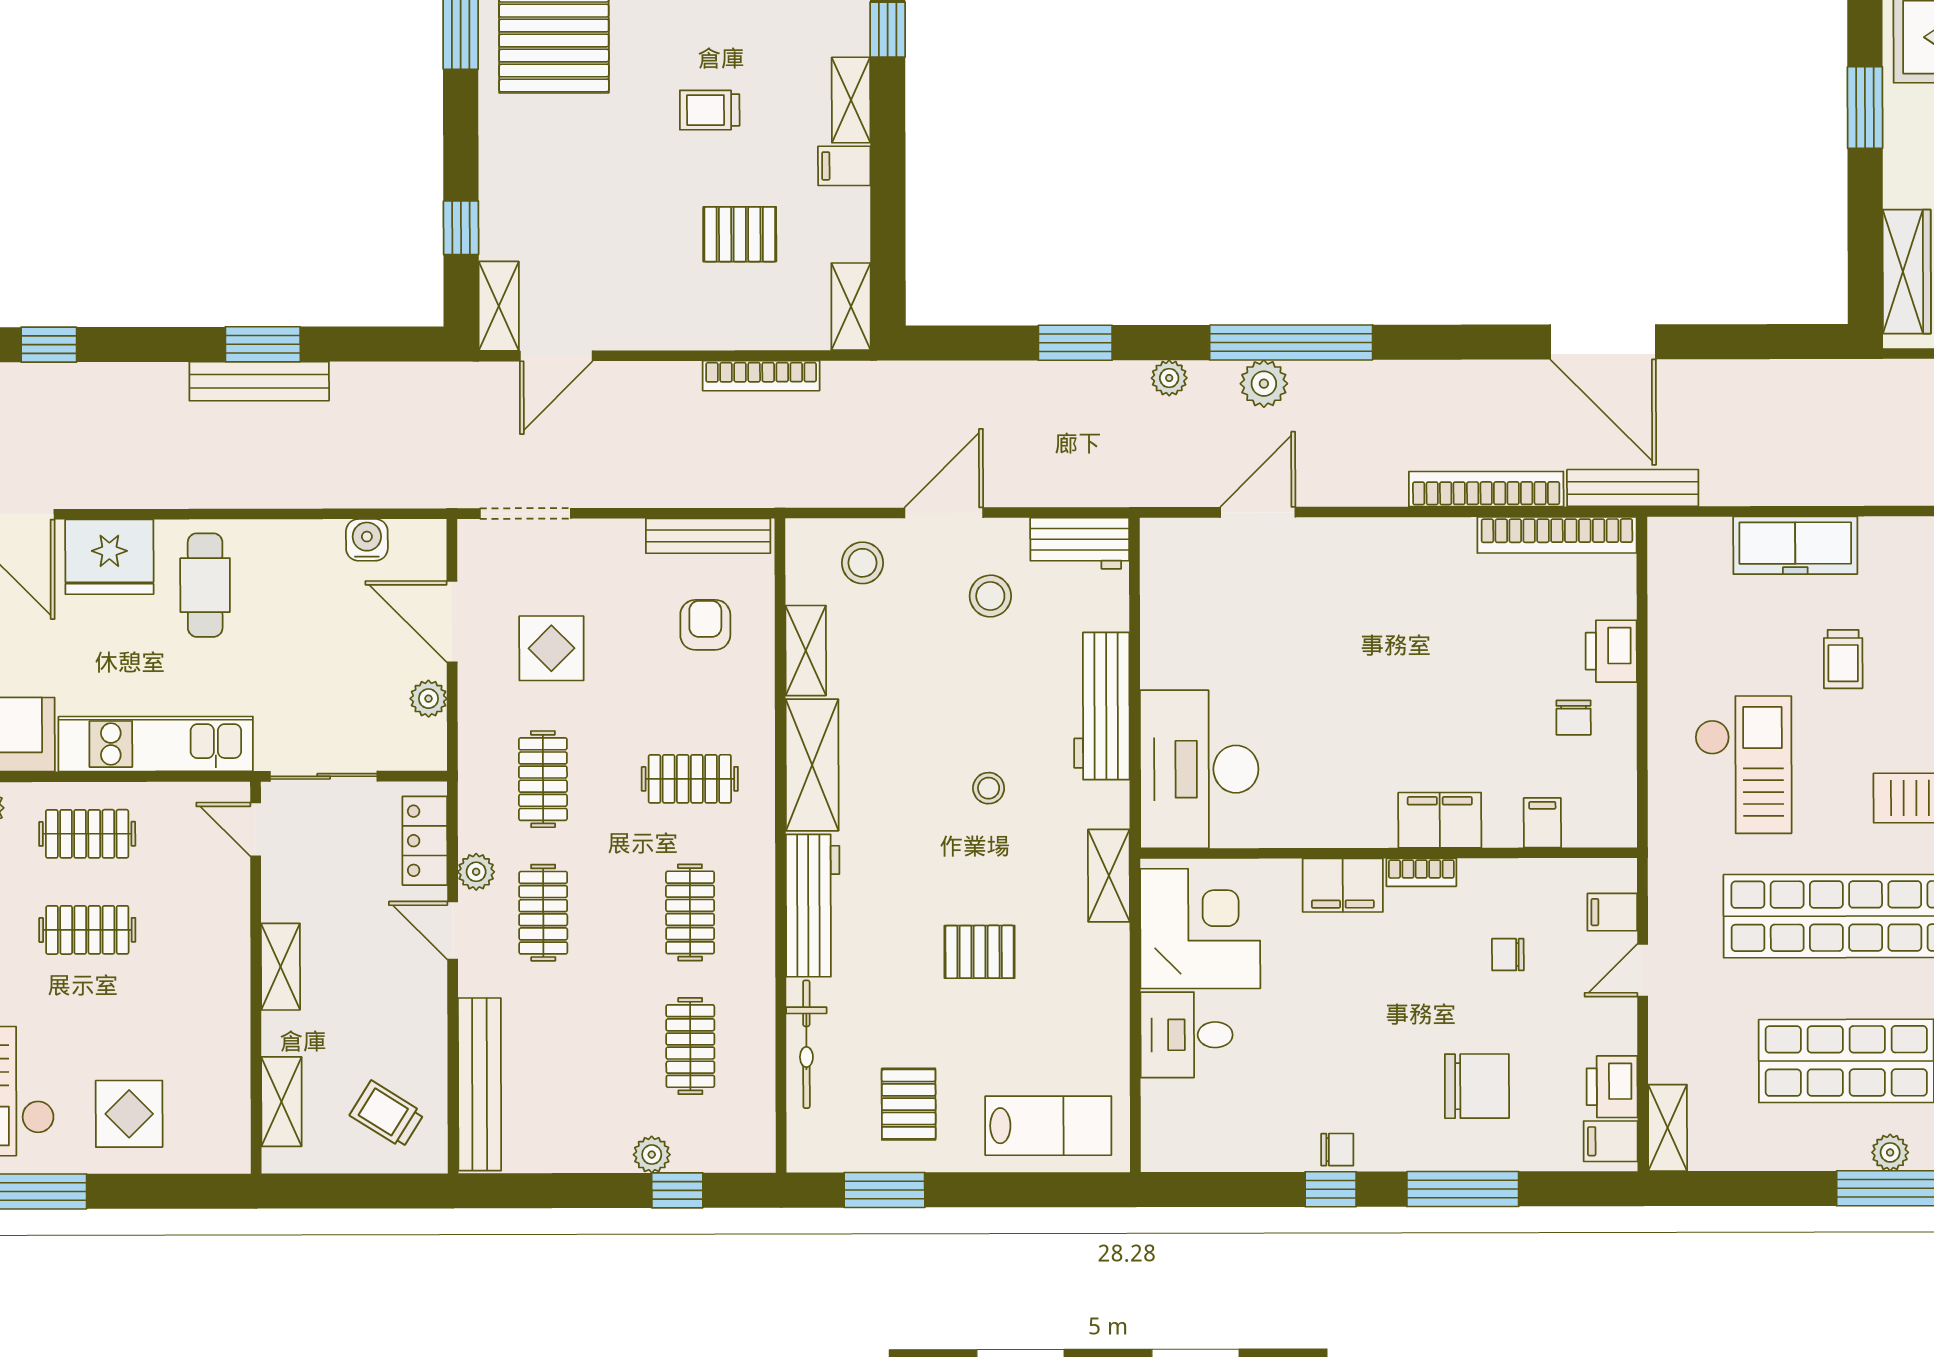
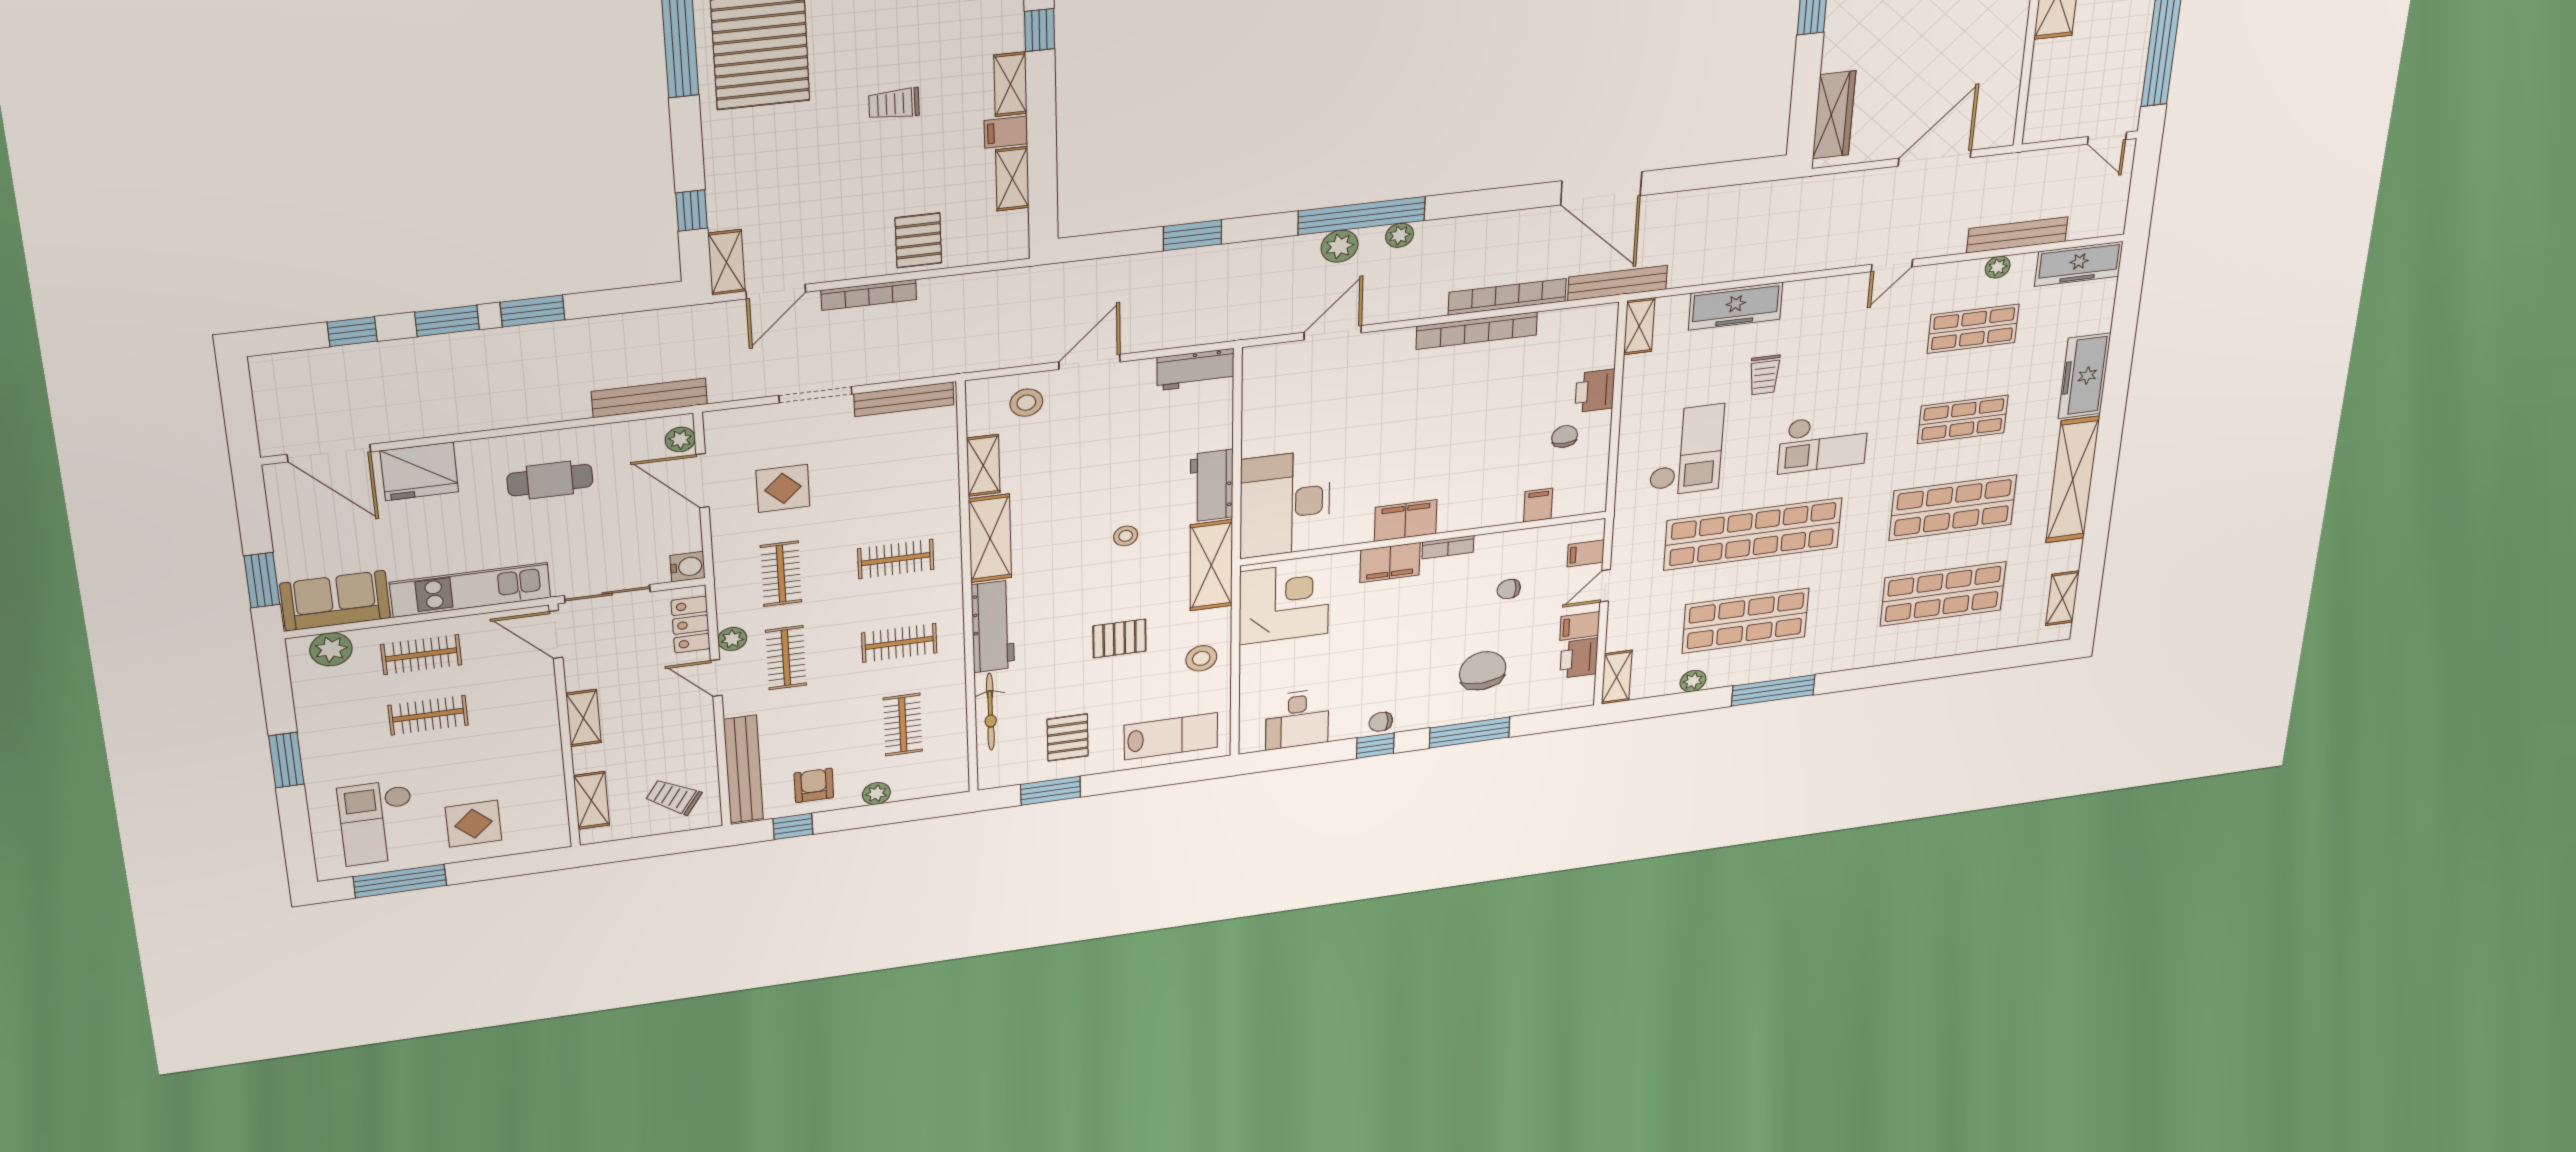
pallet: (740, 234) -> (918, 240), moved, turned 90
shelving: (851, 307) -> (1012, 179), moved
window: (161, 344) -> (447, 321), added
bookcase: (761, 376) -> (869, 295), moved
plant: (1169, 378) -> (1400, 235), moved
bench: (259, 381) -> (649, 398), moved
doorway: (525, 513) -> (815, 395), moved
bookcase: (1557, 535) -> (1477, 331), moved
water cooler: (367, 540) -> (688, 567), moved, turned 90
shelving: (1666, 558) -> (1639, 326), added
cafe table: (205, 585) -> (550, 480), moved, turned 90
stool: (990, 596) -> (1201, 658), moved
armchair: (705, 625) -> (814, 785), moved
plant: (428, 699) -> (680, 439), moved
workbench: (1102, 706) -> (1212, 486), width x0.73
chair: (1574, 718) -> (1565, 436), turned 180
filing cabinet: (1440, 820) -> (1406, 520), moved
door: (256, 829) -> (556, 635), width x1.37
shelving: (1109, 876) -> (1211, 565), width x1.50, depth x1.33
clothes rail: (690, 912) -> (899, 643), turned 90
desk: (1187, 1035) -> (1297, 719), moved, turned -90
chair: (1477, 1086) -> (1483, 671), turned -93
filing cabinet: (1611, 1141) -> (1580, 626), moved
chair: (1337, 1150) -> (1381, 722), turned 180
plant: (1890, 1152) -> (1693, 681), moved
window: (677, 1190) -> (793, 826), moved

